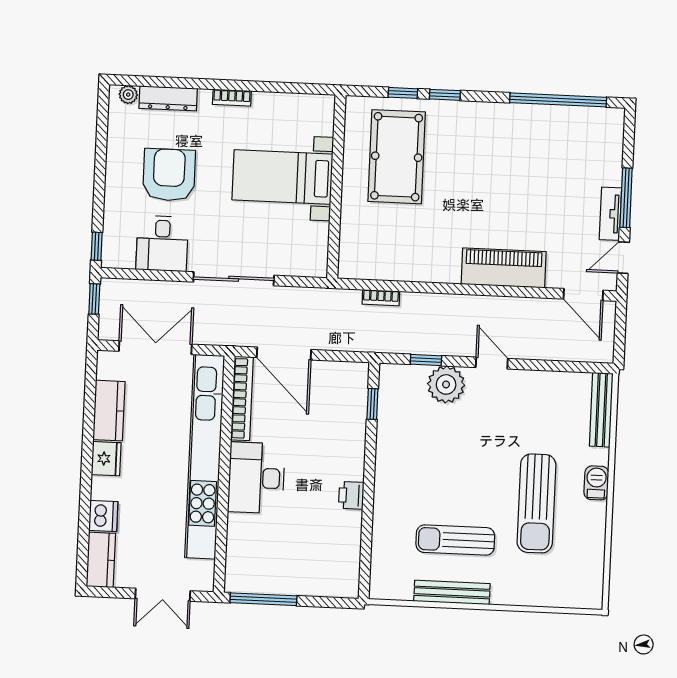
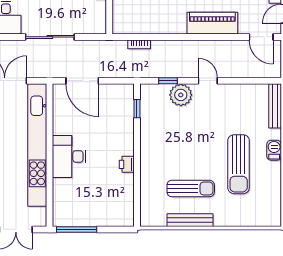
bookcase: (242, 398) -> (58, 109), removed
sun lounger: (455, 540) -> (191, 188), turned 180

